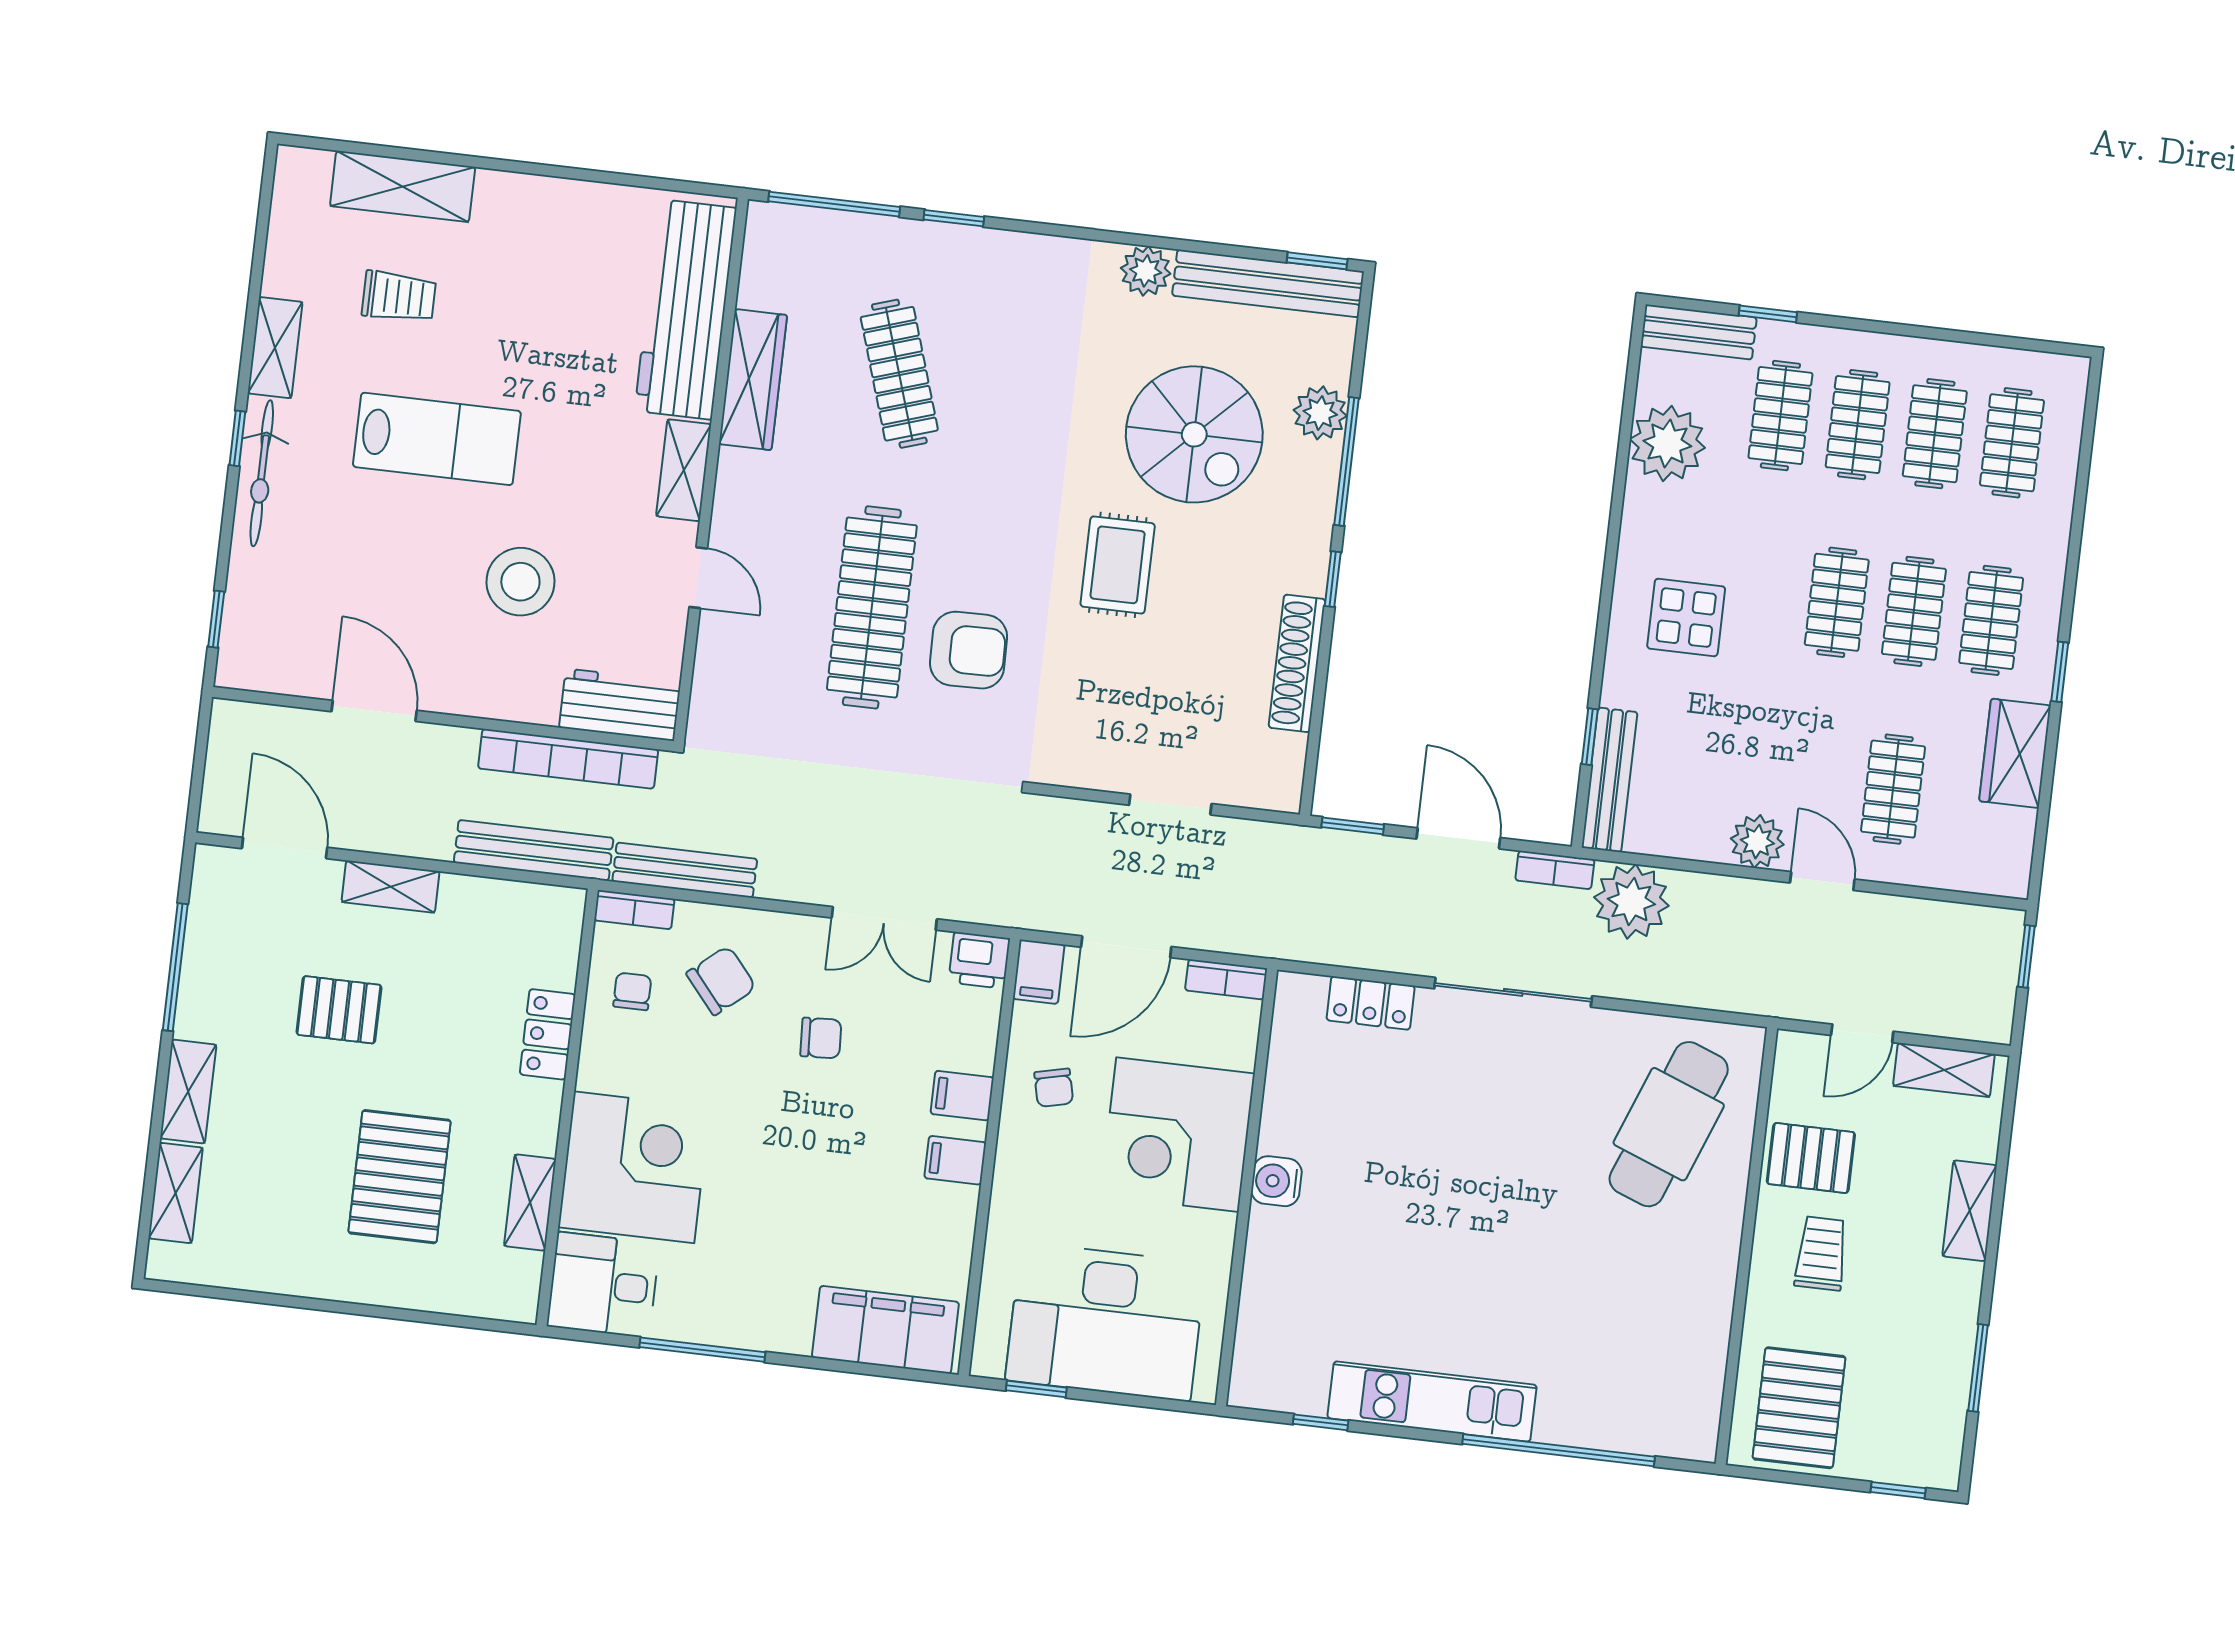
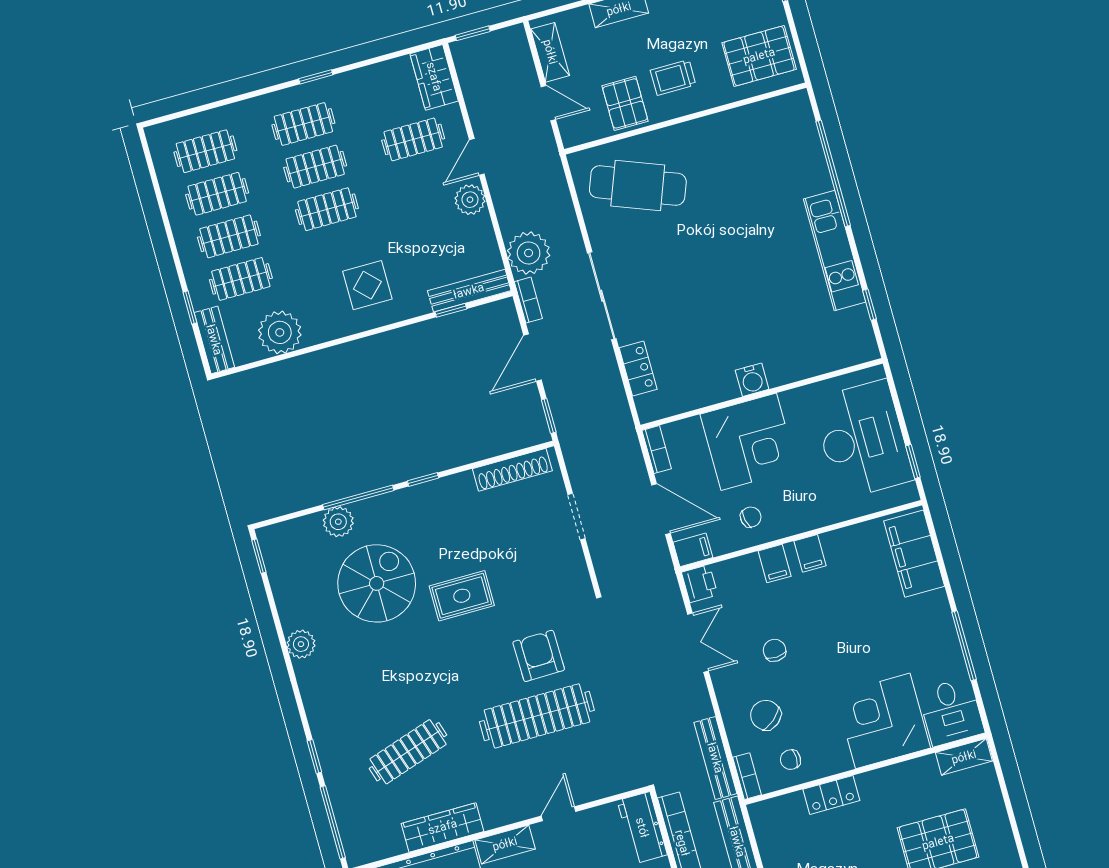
bench: (1268, 283) -> (281, 577), removed
shoe rack: (1297, 663) -> (512, 470), moved
wardrobe: (2015, 753) -> (434, 77), moved, turned 90
shelving: (530, 1203) -> (964, 757), moved

